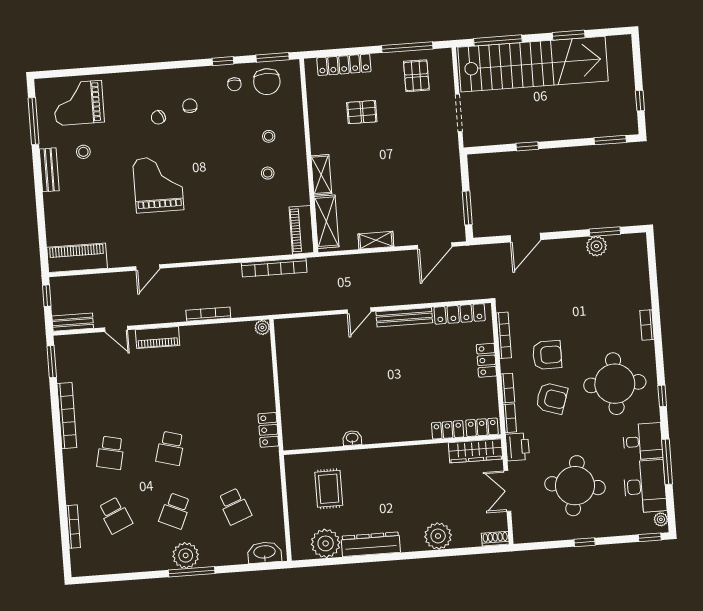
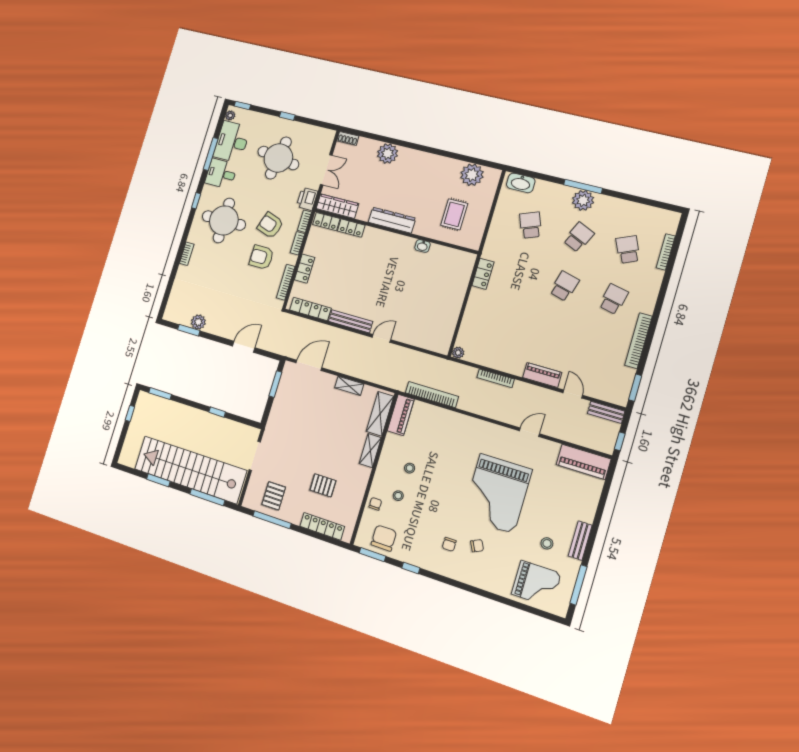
chair: (234, 84) -> (375, 504), moved
grand piano: (158, 184) -> (497, 494), width x1.37, depth x1.48
dresser: (371, 544) -> (392, 220), moved, turned 180

